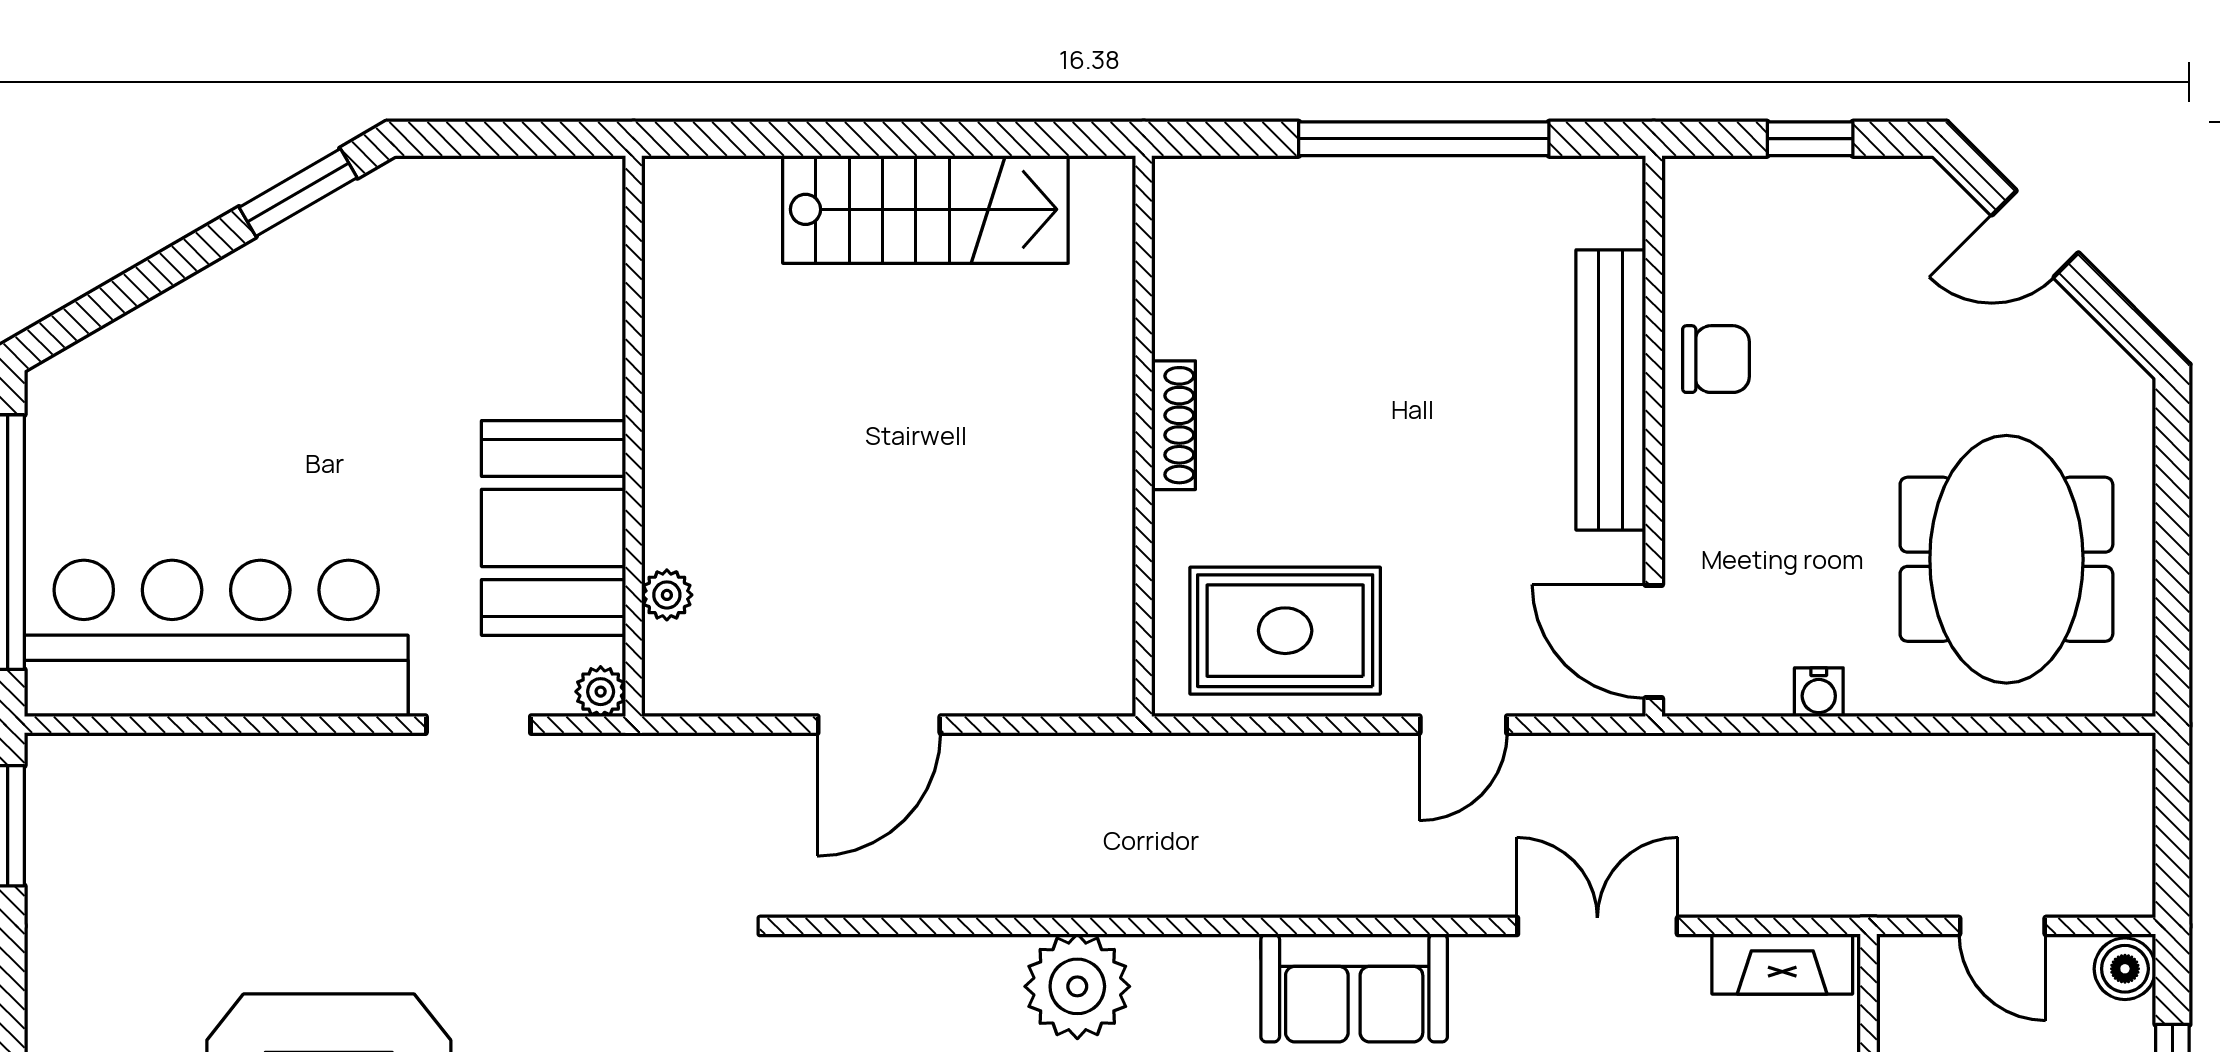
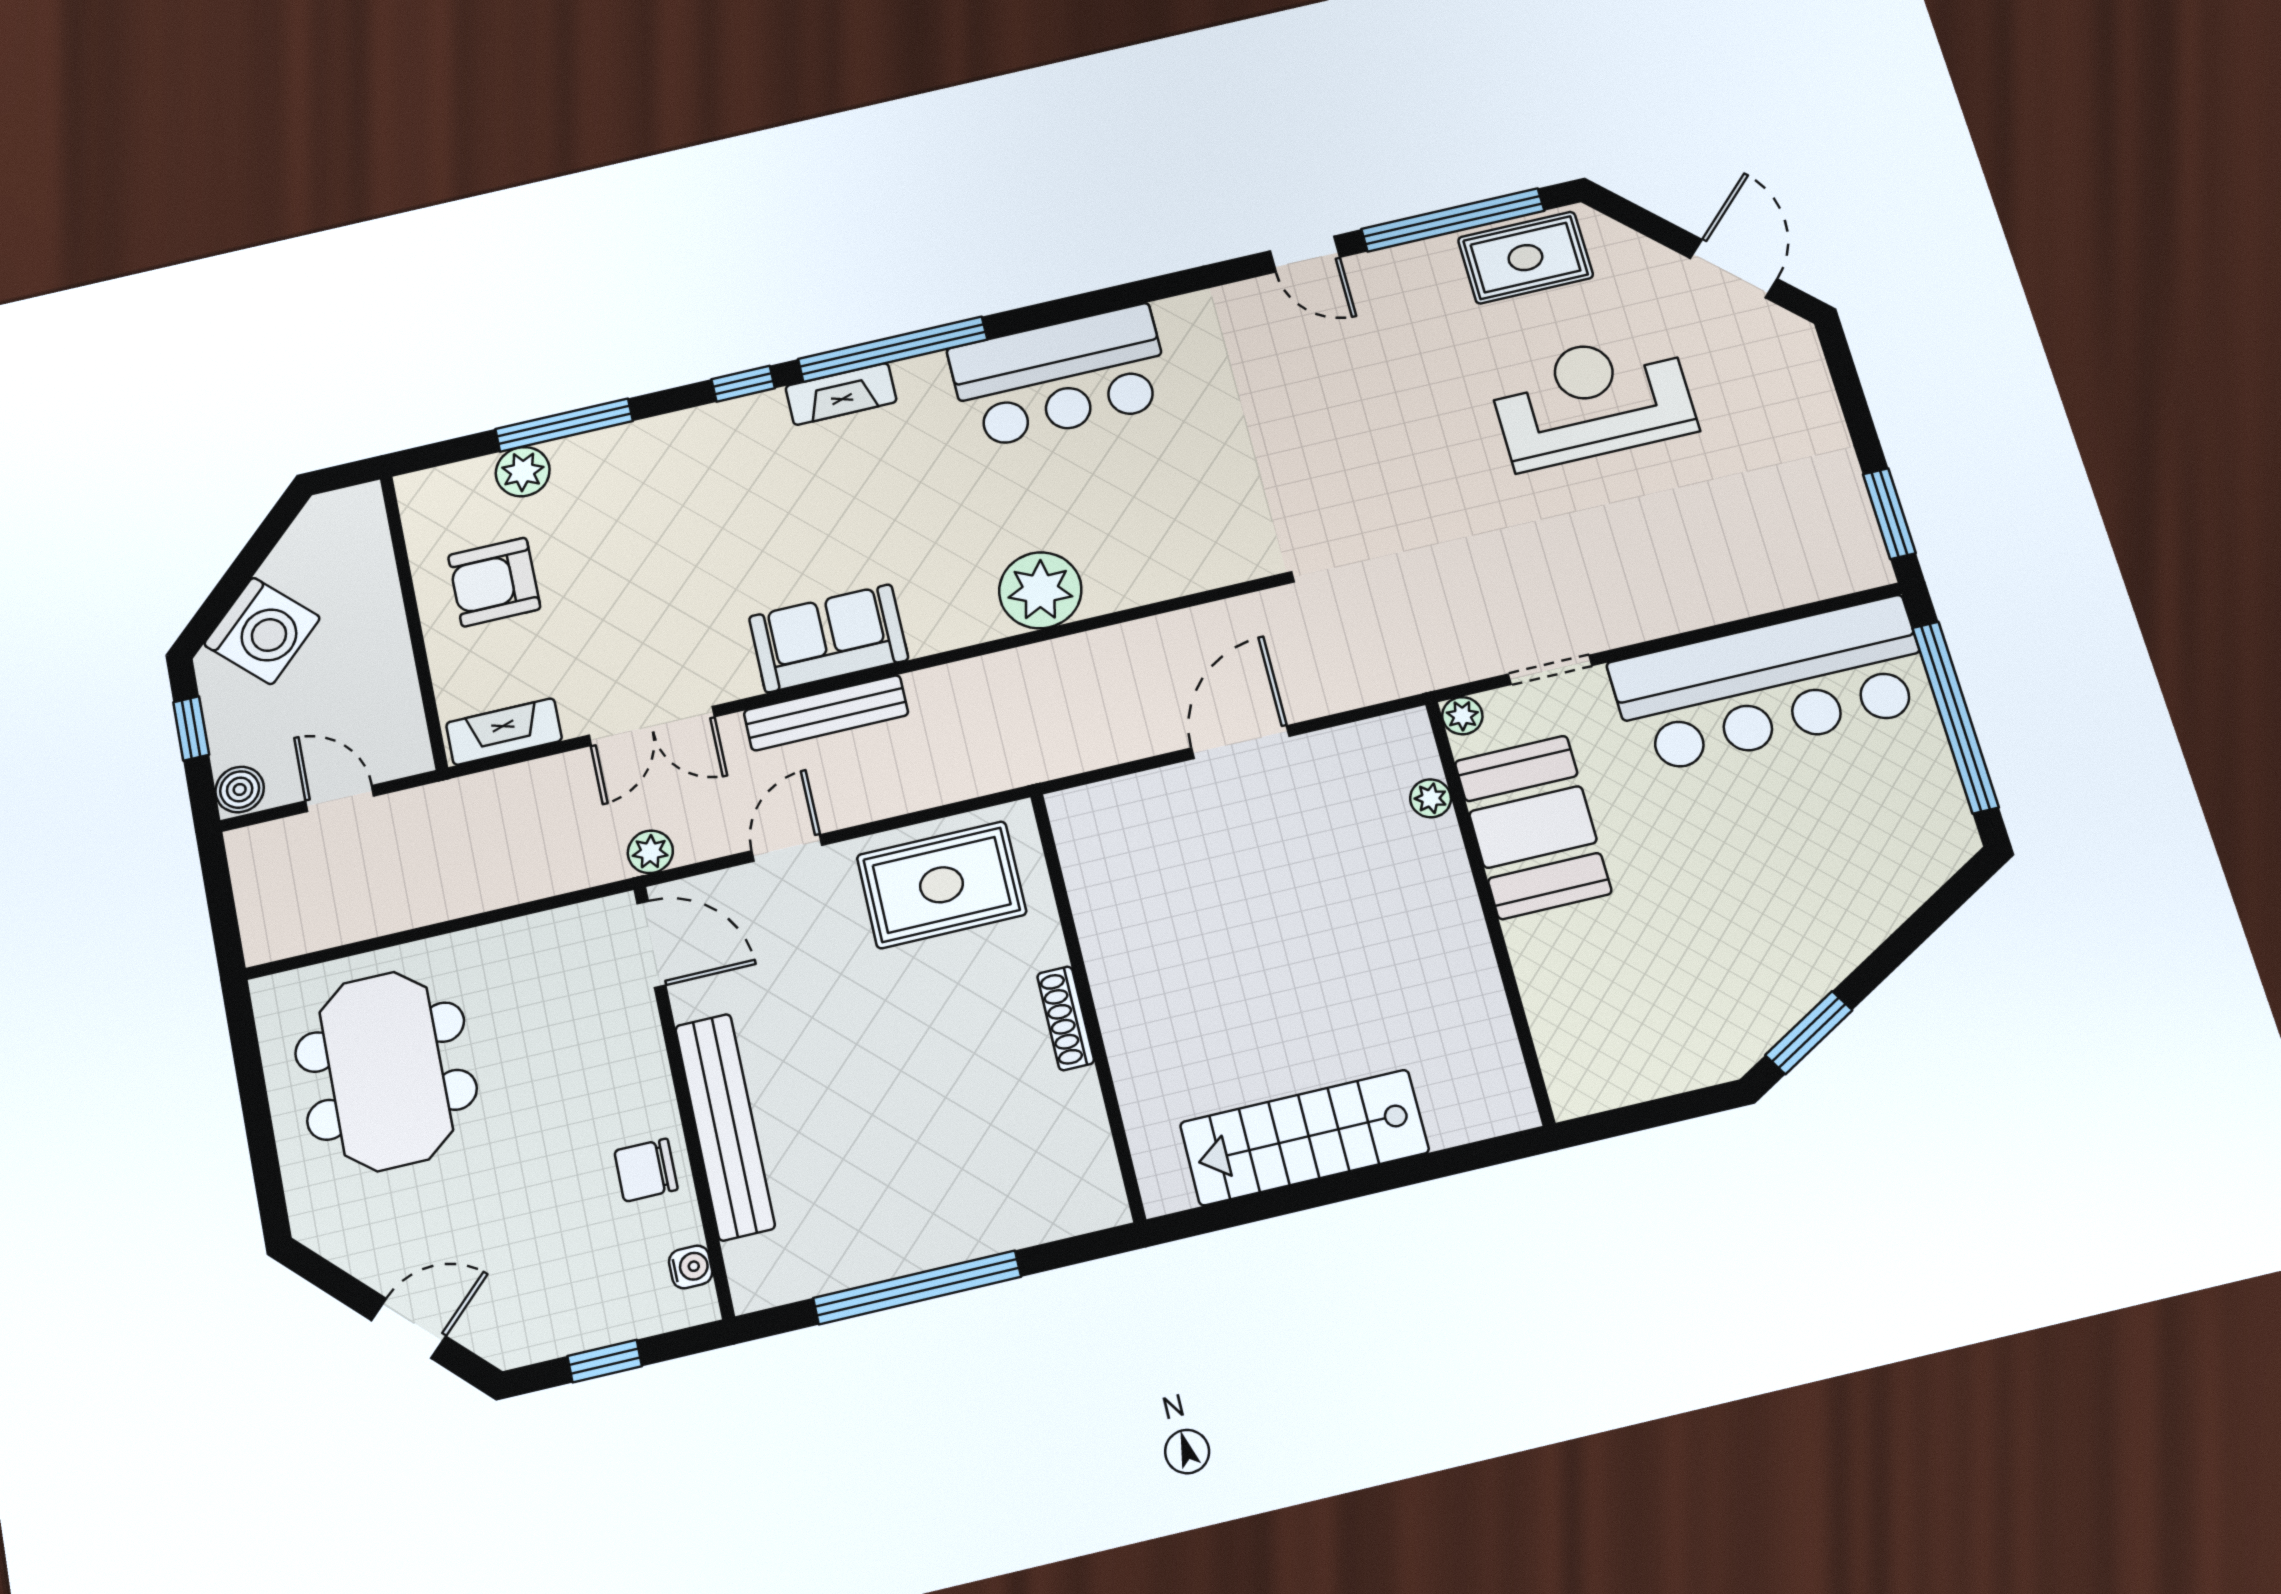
water cooler: (1819, 692) -> (691, 1267), moved, turned 90
plant: (1632, 761) -> (650, 852), added
bench: (1378, 889) -> (826, 713), added

